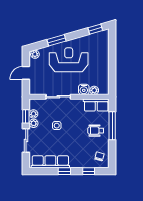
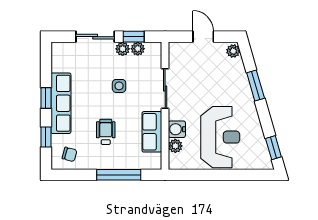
reception desk: (69, 60) -> (220, 137), moved
row of seats: (96, 105) -> (152, 132), moved
wheelchair: (96, 131) -> (106, 132), moved
row of seats: (50, 162) -> (61, 103), moved

